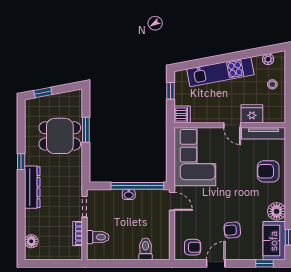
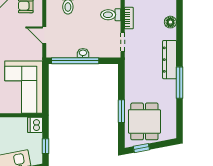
window: (43, 93) -> (141, 148), moved
dining table: (60, 136) -> (144, 121), moved, turned 90
window: (21, 162) -> (180, 83), width x2.17
door: (172, 201) -> (44, 35), moved
floor lamp: (31, 241) -> (170, 22), moved

